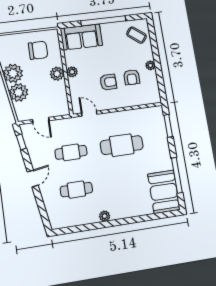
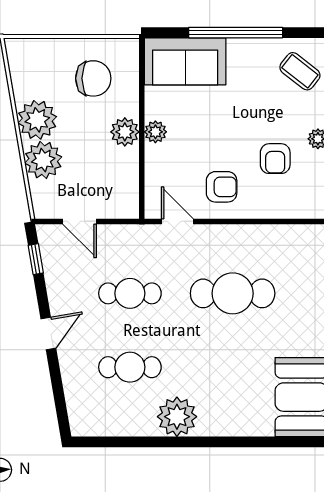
armchair: (108, 82) -> (222, 187), moved
plant: (105, 216) -> (177, 417), width x1.87, depth x1.87

